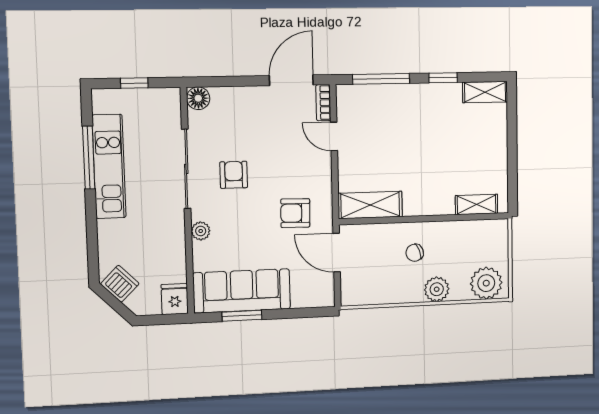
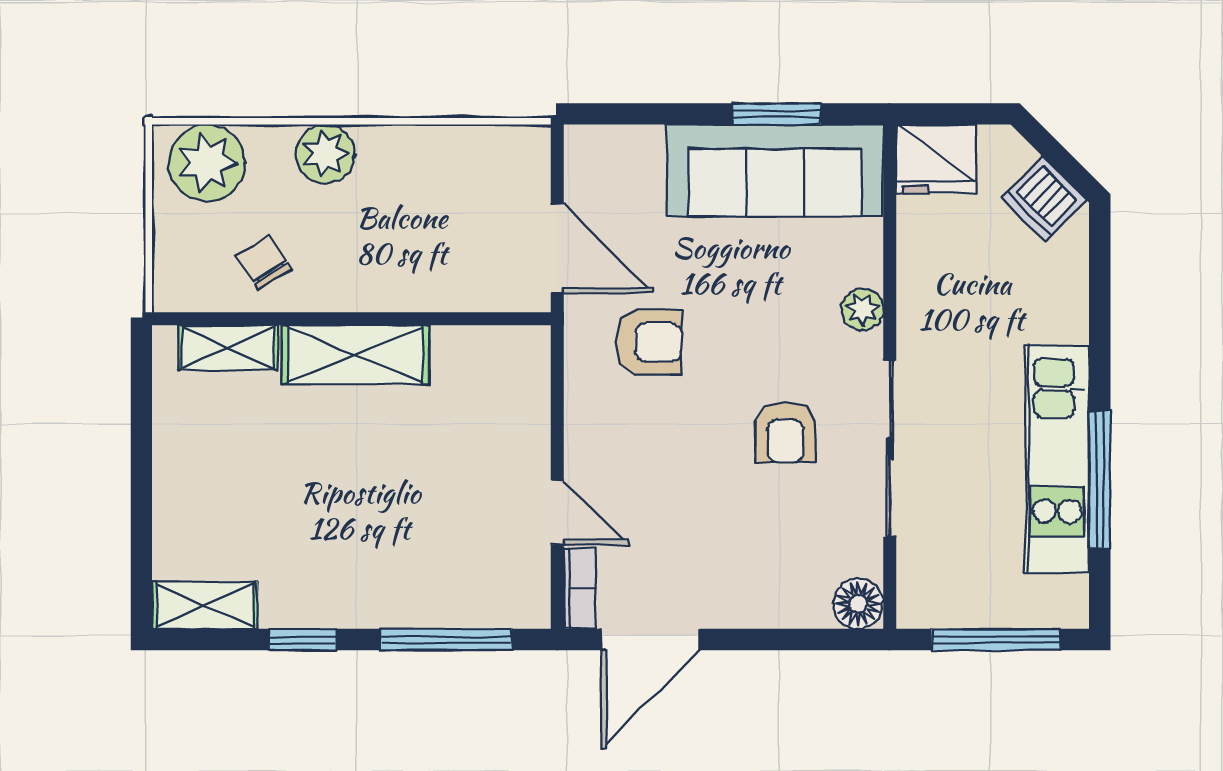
window: (134, 83) -> (996, 640), width x2.17
shelving: (370, 205) -> (356, 354), moved
chair: (415, 253) -> (263, 263), moved, turned -102
fridge: (175, 299) -> (936, 159), width x1.38

